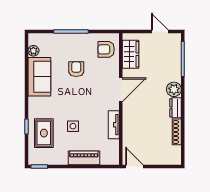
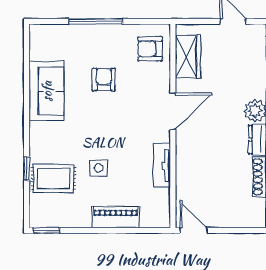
plant: (33, 51) -> (37, 51), removed
rug: (44, 133) -> (54, 179), turned 90

